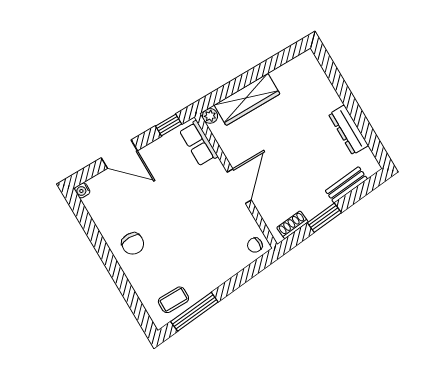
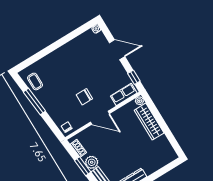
door: (119, 154) -> (117, 50), swing flipped
plant: (317, 202) -> (92, 162), added
chair: (133, 244) -> (84, 97), moved
window: (194, 312) -> (34, 102), moved

